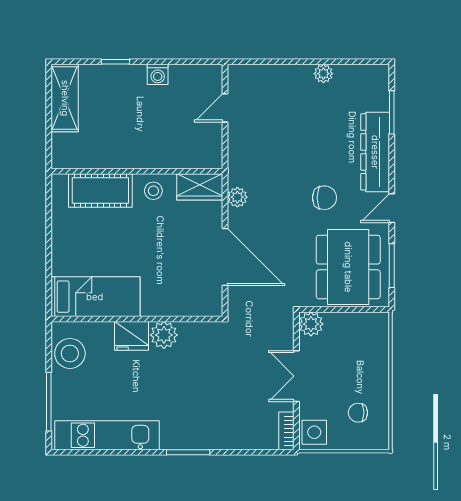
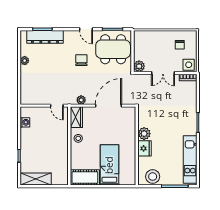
washing machine: (158, 74) -> (25, 122), moved
door: (225, 108) -> (57, 106), moved
dresser: (375, 152) -> (45, 37), moved
cot: (100, 191) -> (85, 177), moved, turned 90
bed: (95, 297) -> (109, 165), moved

